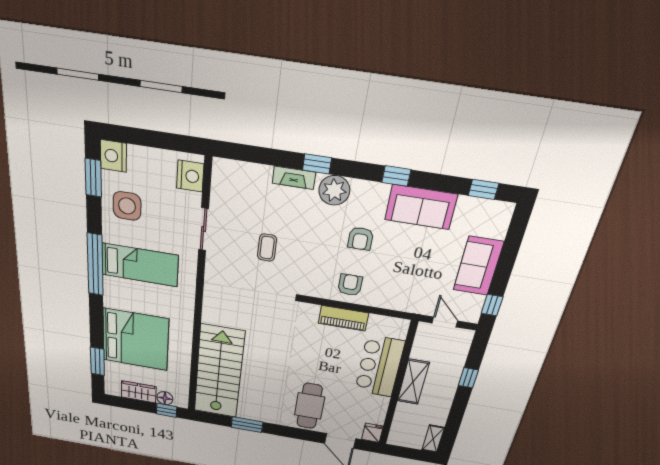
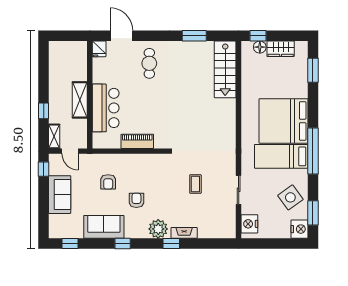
side table: (127, 206) -> (290, 197), turned -36
armchair: (350, 285) -> (108, 182), moved
bed: (136, 340) -> (284, 121), moved
stairs: (219, 372) -> (225, 69), width x0.73, depth x0.66
cafe table: (310, 406) -> (149, 63), width x0.73, depth x0.74
shelving: (433, 439) -> (54, 136), moved

